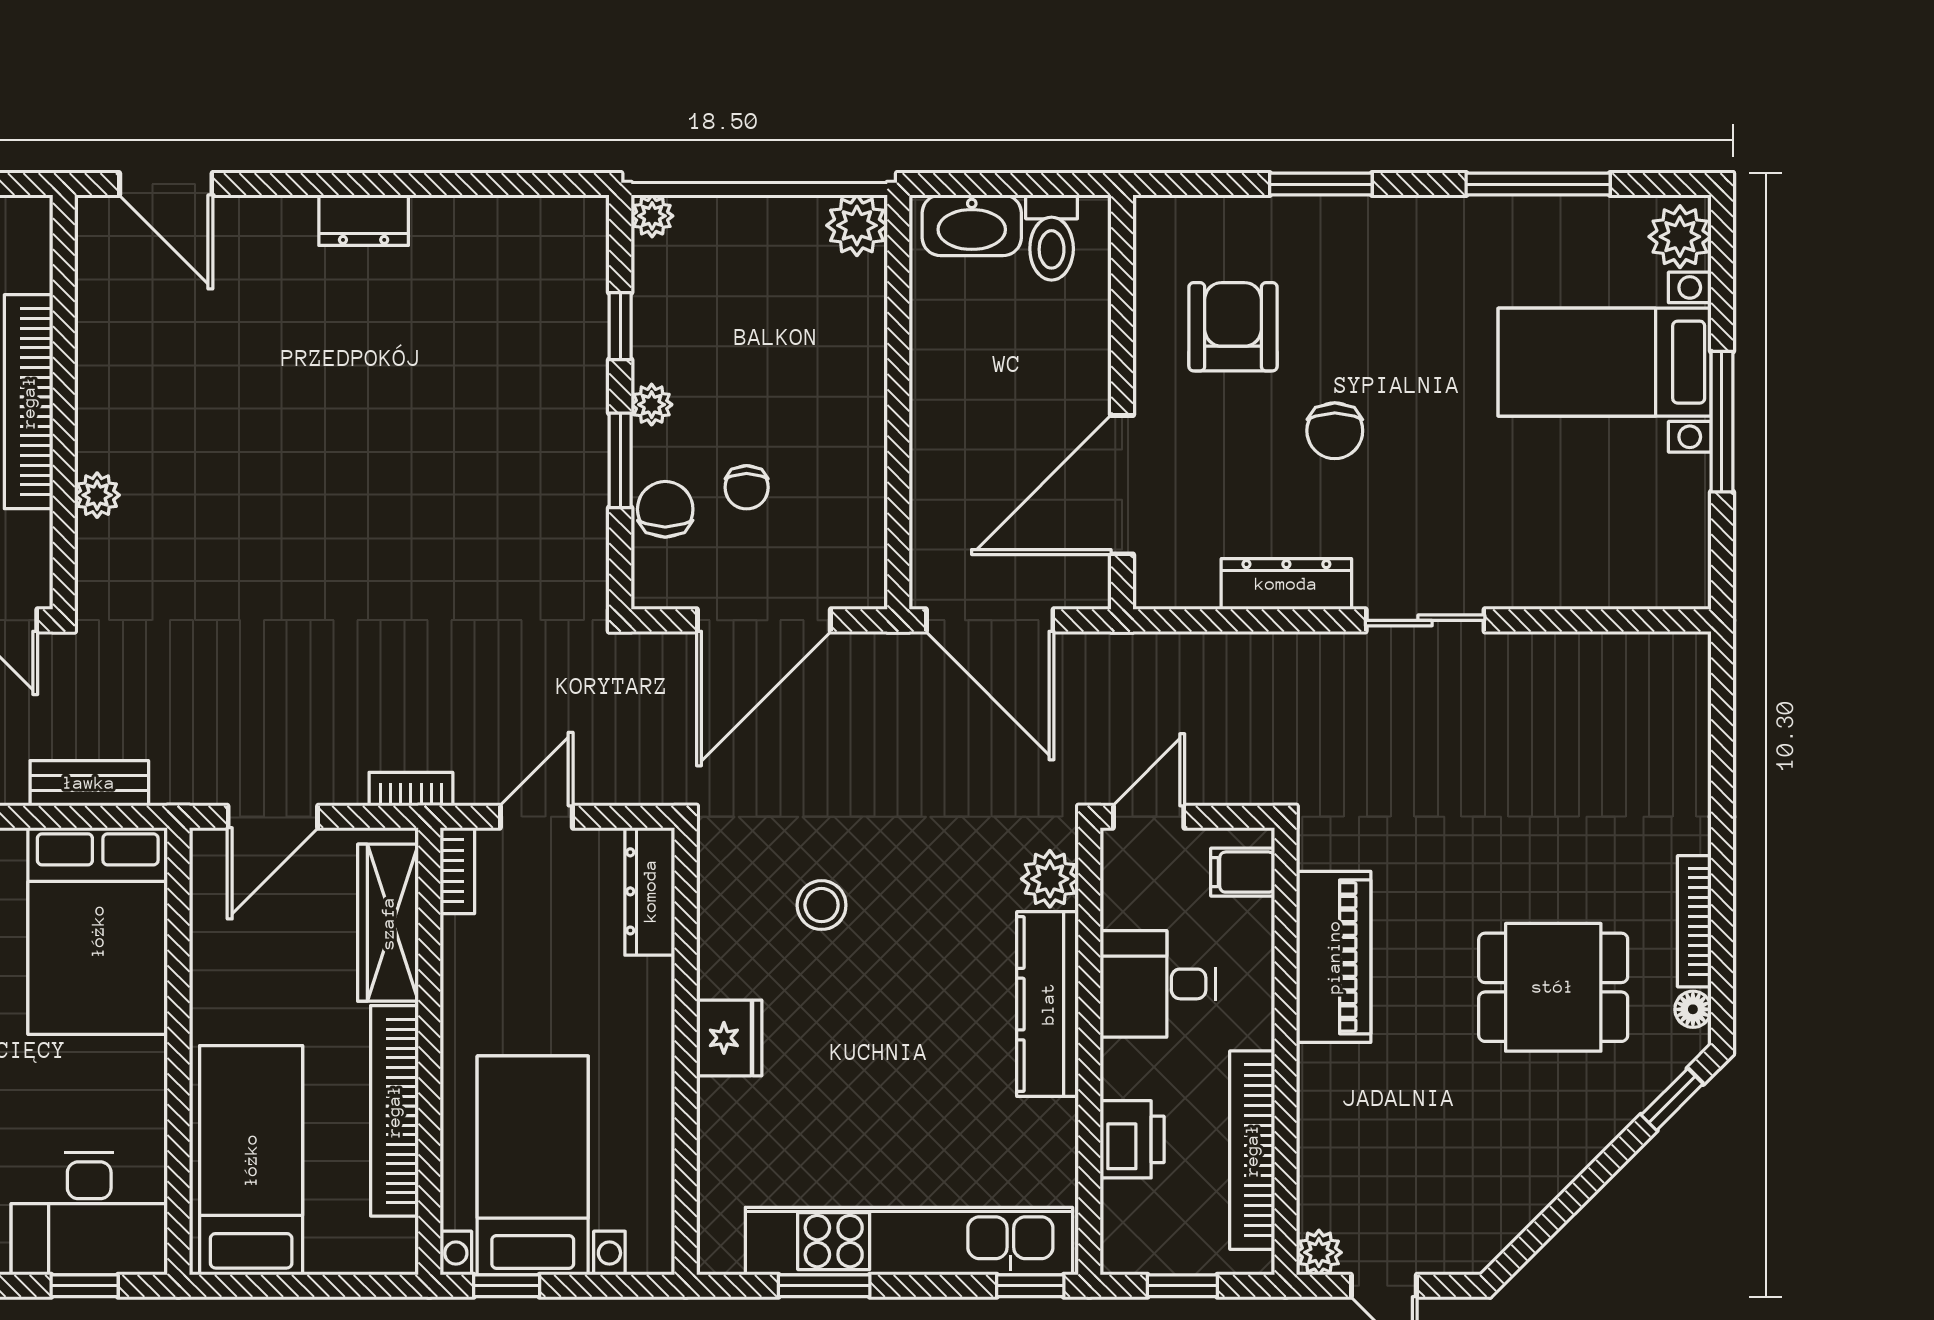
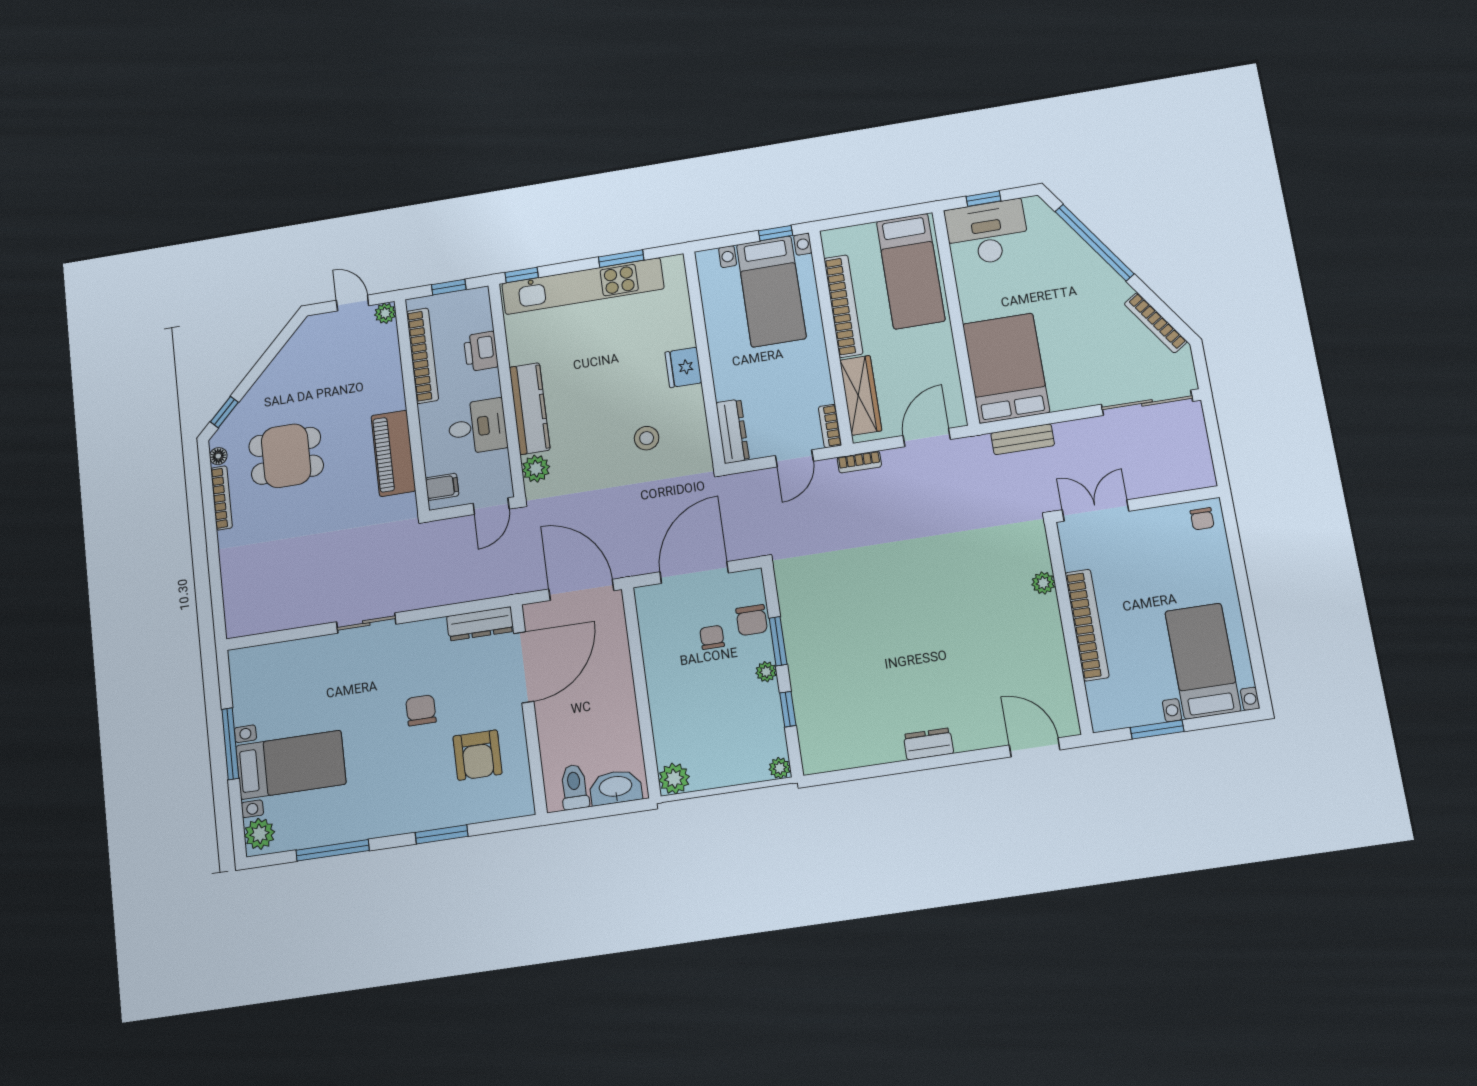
dresser: (1286, 584) -> (480, 624), moved

